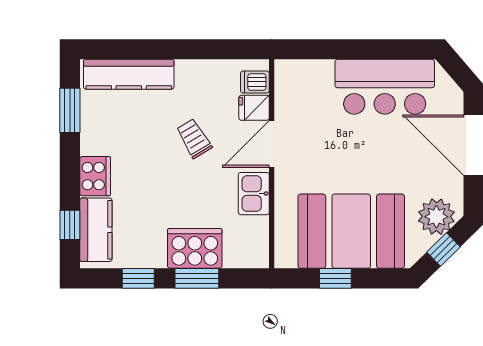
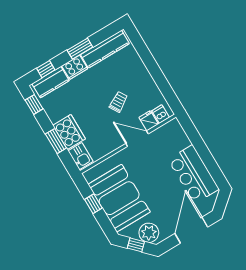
kitchen counter: (129, 74) -> (105, 49), moved, turned -90
window: (70, 110) -> (80, 49), moved
kitchen sink: (254, 194) -> (81, 156), moved, turned 90
window: (138, 278) -> (34, 104), moved

